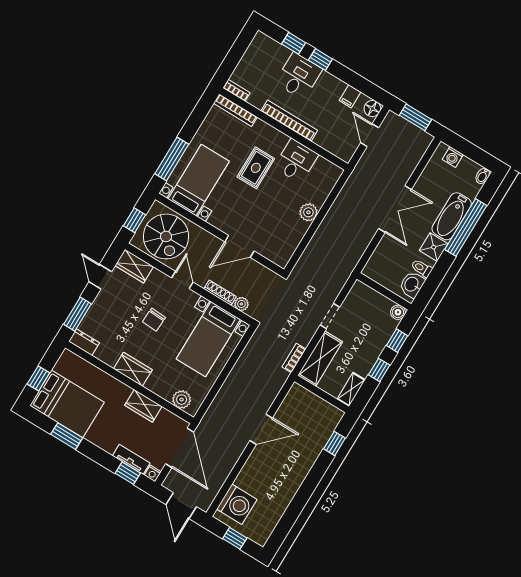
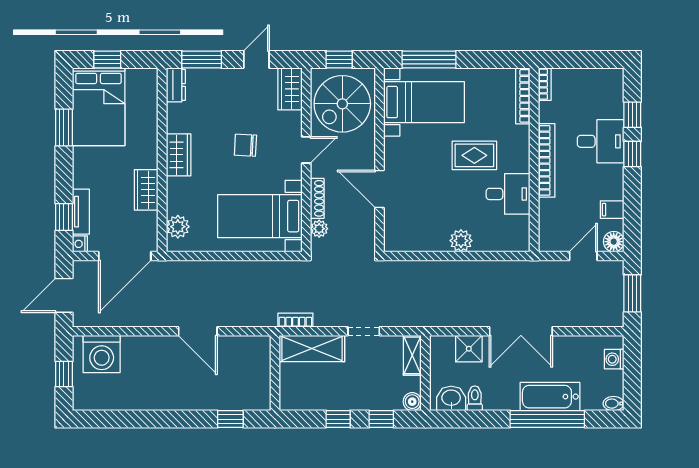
shower: (434, 247) -> (469, 349), moved
shelving: (351, 389) -> (412, 355), moved, turned 90

